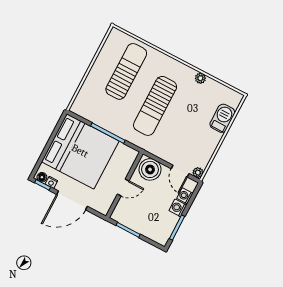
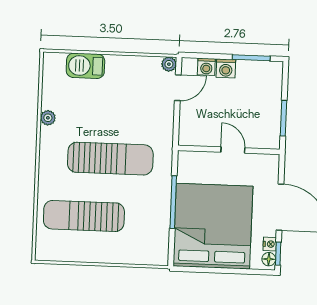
boiler: (150, 169) -> (194, 127), removed

